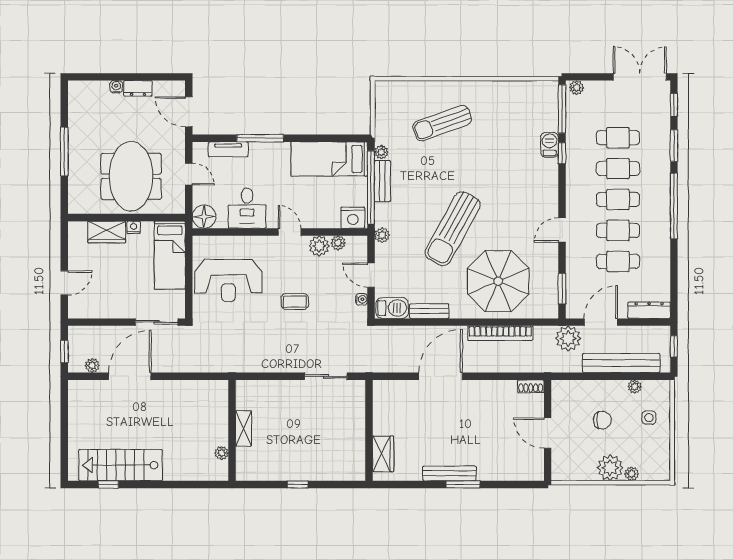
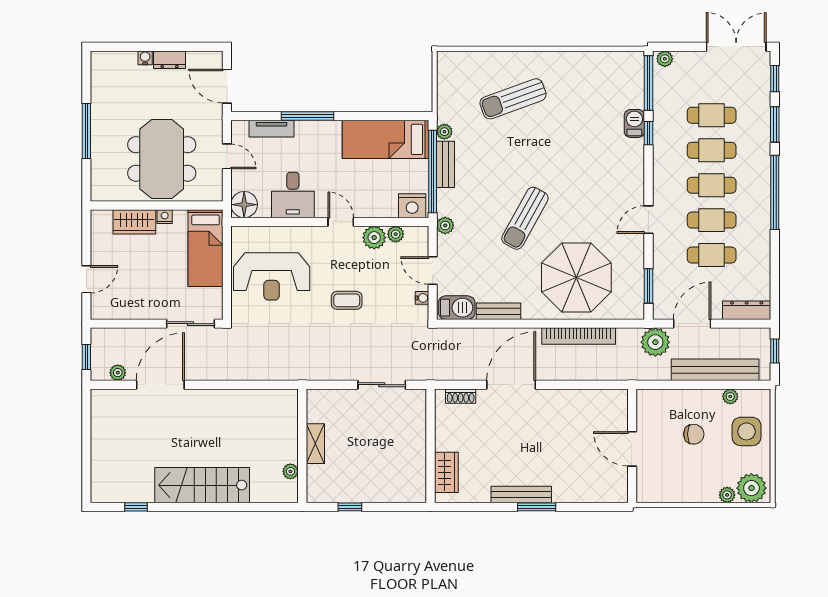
sun lounger: (453, 229) -> (525, 218), width x0.73, depth x0.75
shoe rack: (531, 386) -> (461, 396), moved
side table: (649, 418) -> (747, 431), width x1.87, depth x1.87
shelving: (244, 428) -> (315, 444), moved
wall: (232, 430) -> (302, 446), moved
plant: (222, 453) -> (290, 471), moved
stairs: (121, 465) -> (202, 485), moved
plant: (610, 468) -> (751, 488), moved

